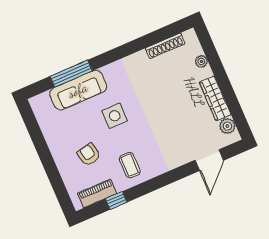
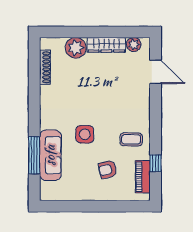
plant: (201, 61) -> (76, 48), width x1.88, depth x1.88

